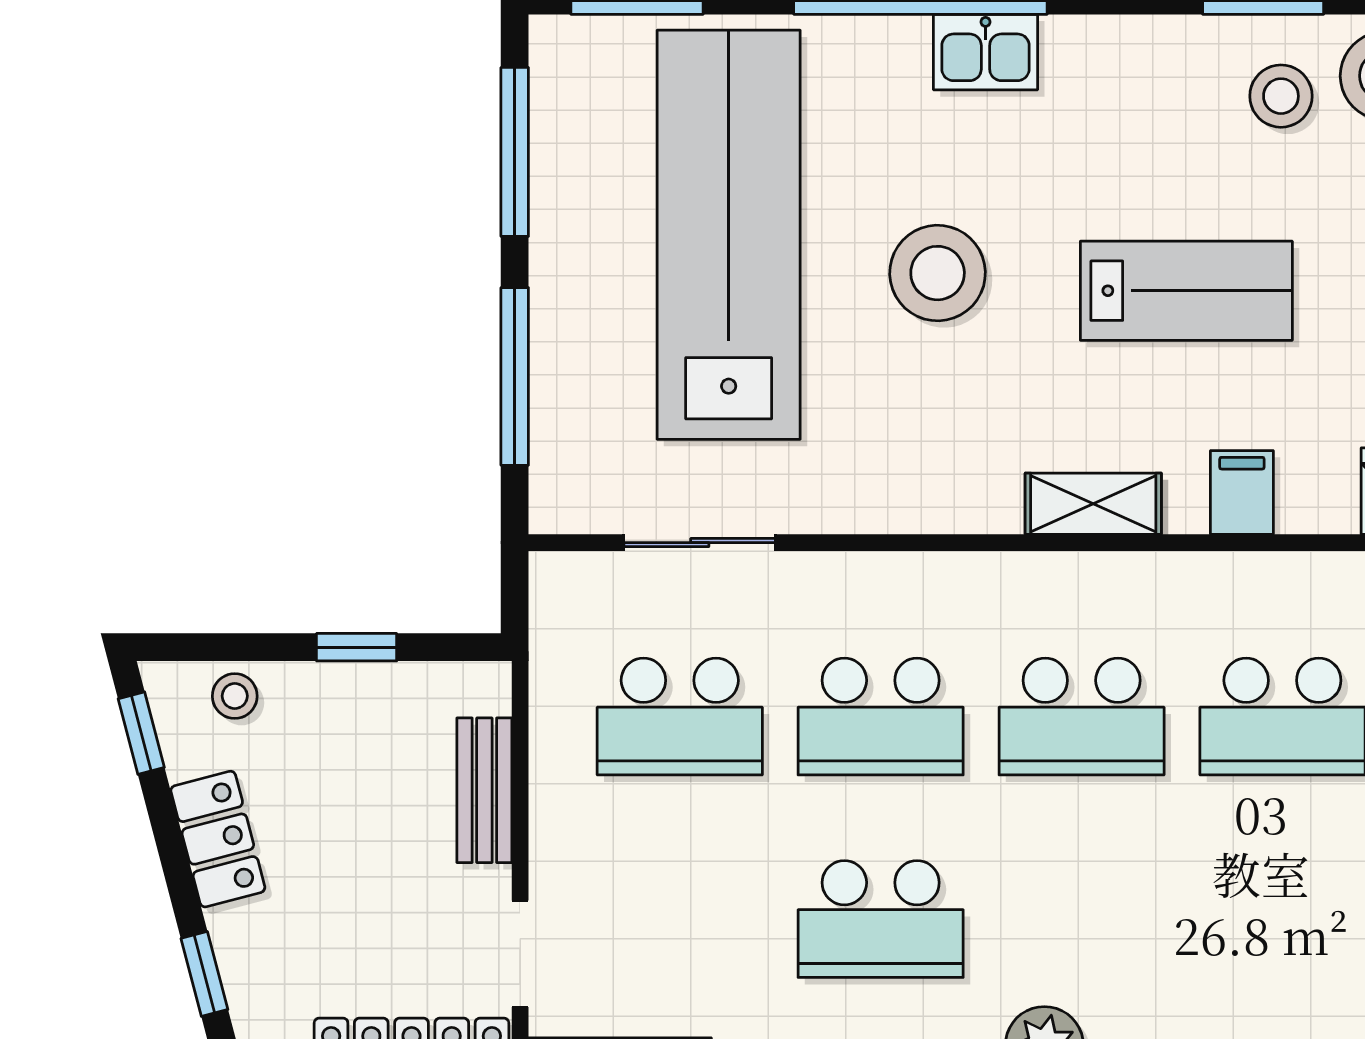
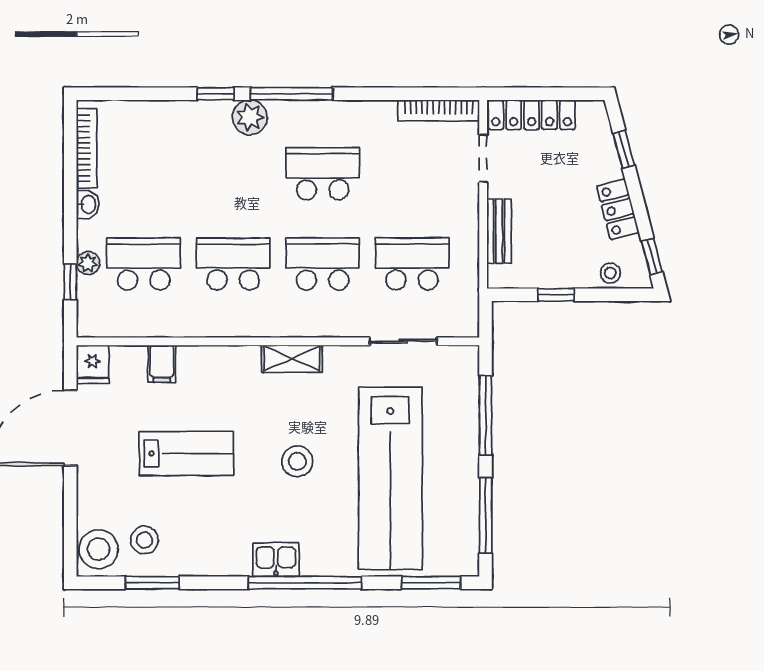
stool: (938, 273) -> (297, 461), width x0.73, depth x0.73
lab bench: (1186, 291) -> (187, 453), turned 180
shelving: (1093, 504) -> (292, 359), moved

